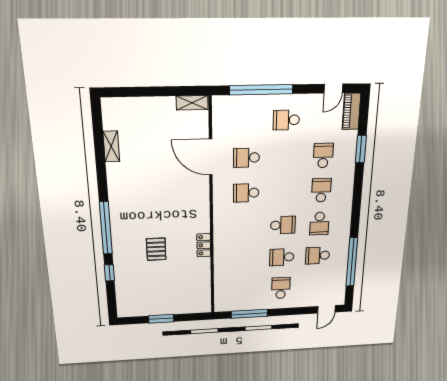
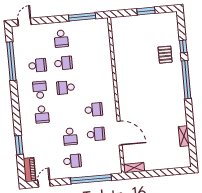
school desk: (323, 155) -> (70, 136), moved
locker: (204, 245) -> (120, 70), removed
pallet: (156, 249) -> (165, 55), moved

